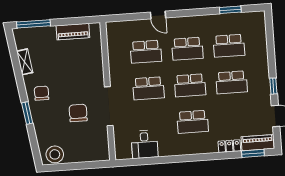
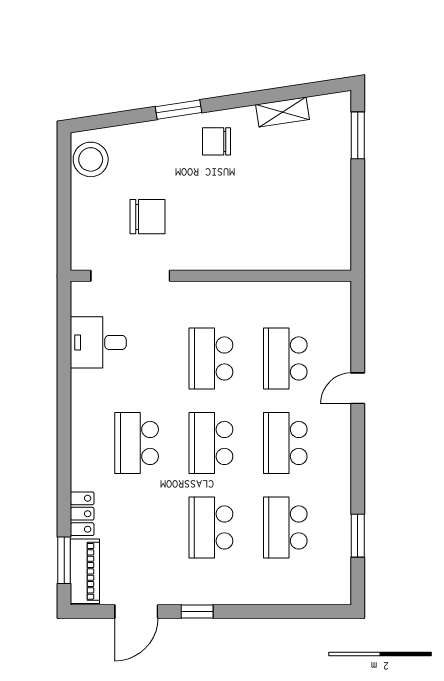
window: (34, 24) -> (358, 135), width x0.69
piano: (73, 32) -> (337, 214), removed
chair: (41, 93) -> (216, 141), turned 180
doorway: (109, 106) -> (130, 276), moved
chair: (78, 113) -> (147, 217), moved

